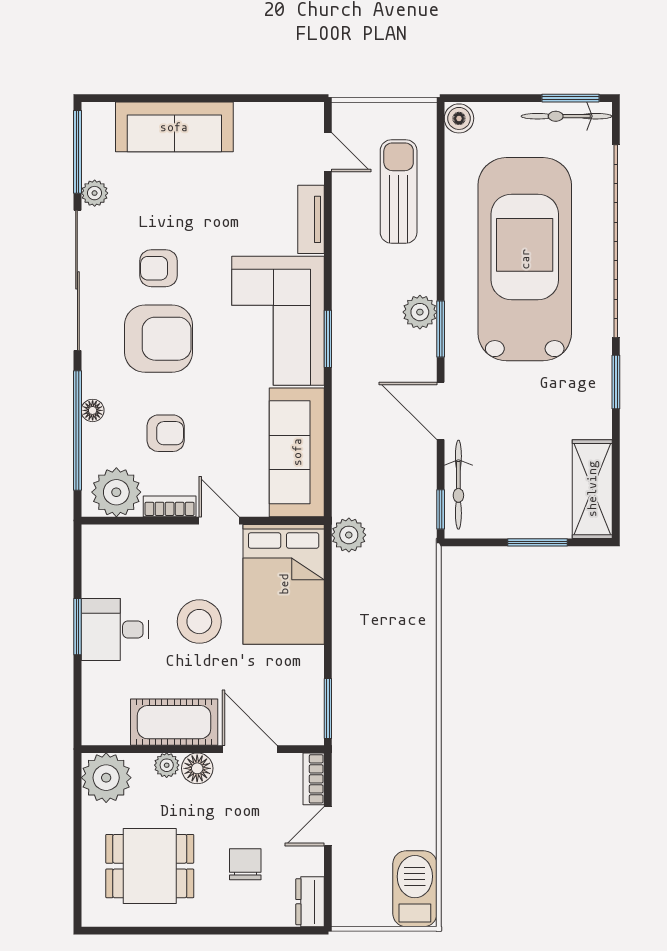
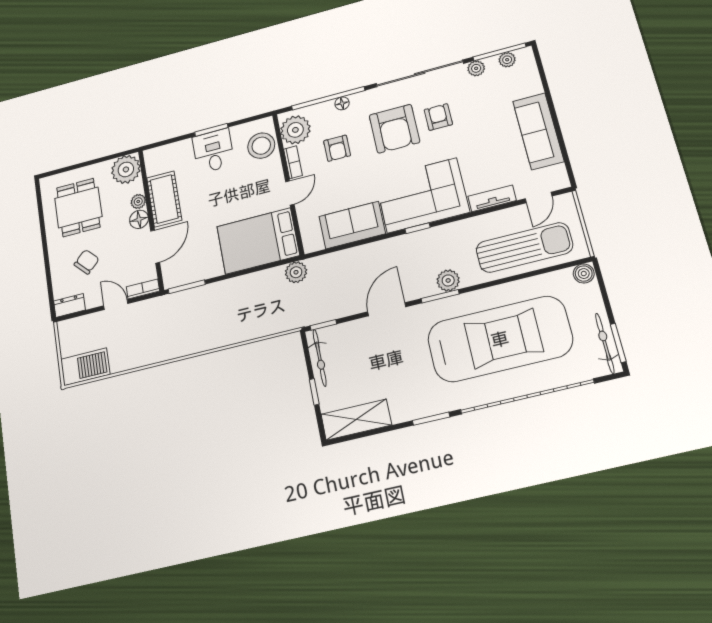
sofa: (174, 127) -> (538, 131), moved
plant: (94, 144) -> (507, 60), added
sun lounger: (399, 191) -> (524, 248), width x1.36, depth x1.34
window: (328, 339) -> (418, 228), width x0.67
sofa: (297, 452) -> (352, 225), width x0.73
bicycle: (458, 485) -> (320, 358), moved, turned -90
window: (537, 542) -> (314, 392), width x0.67
stool: (199, 622) -> (261, 146), moved
chair: (245, 864) -> (87, 262), turned -43

